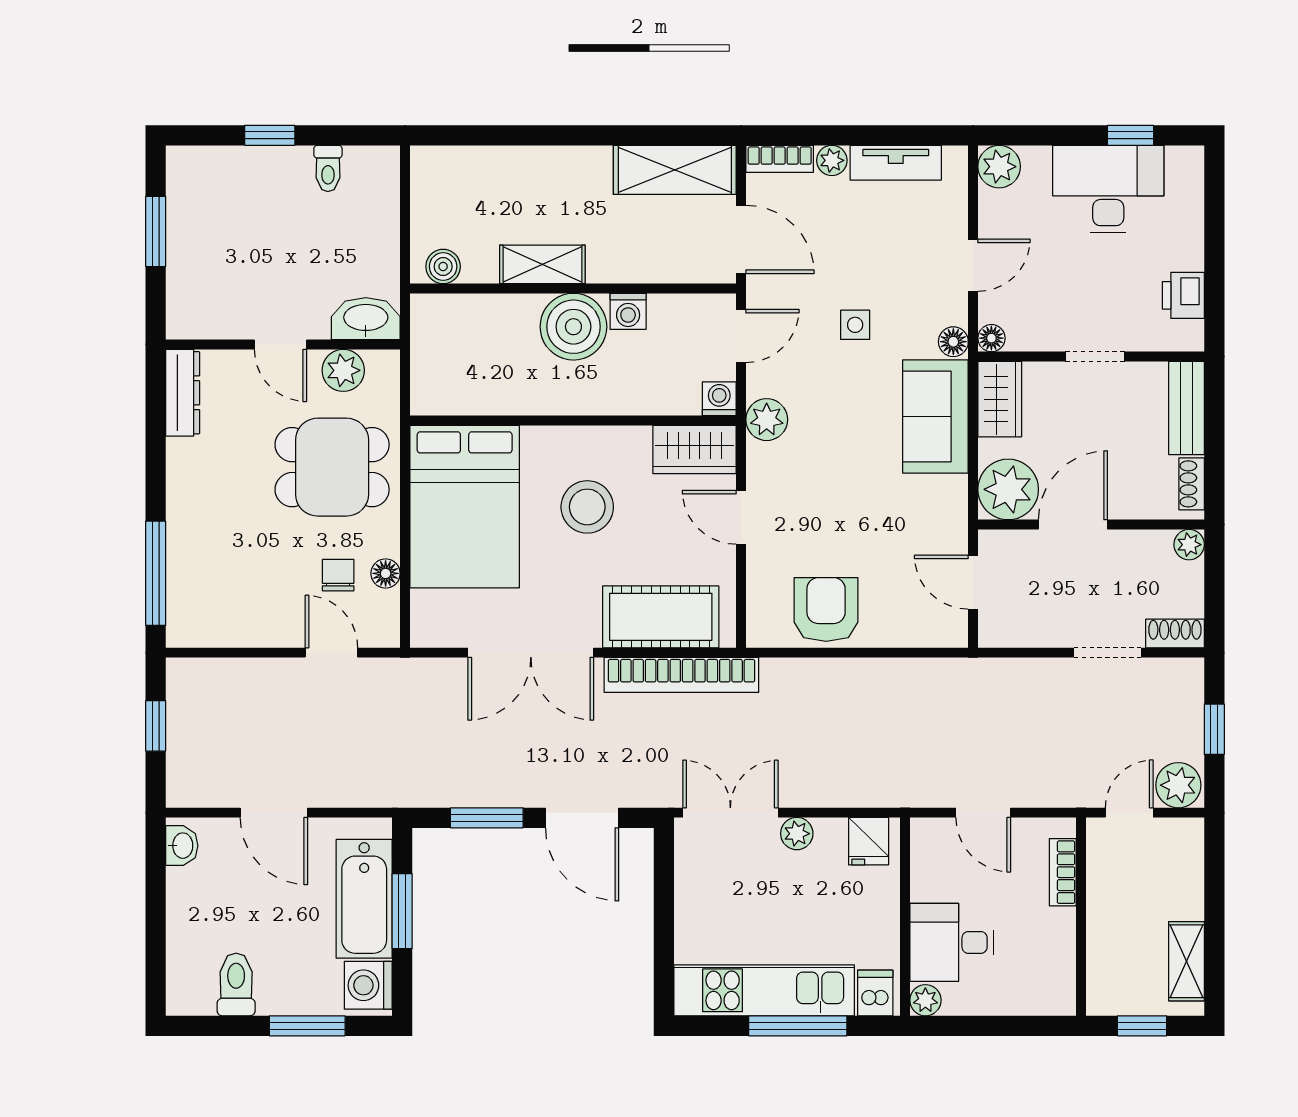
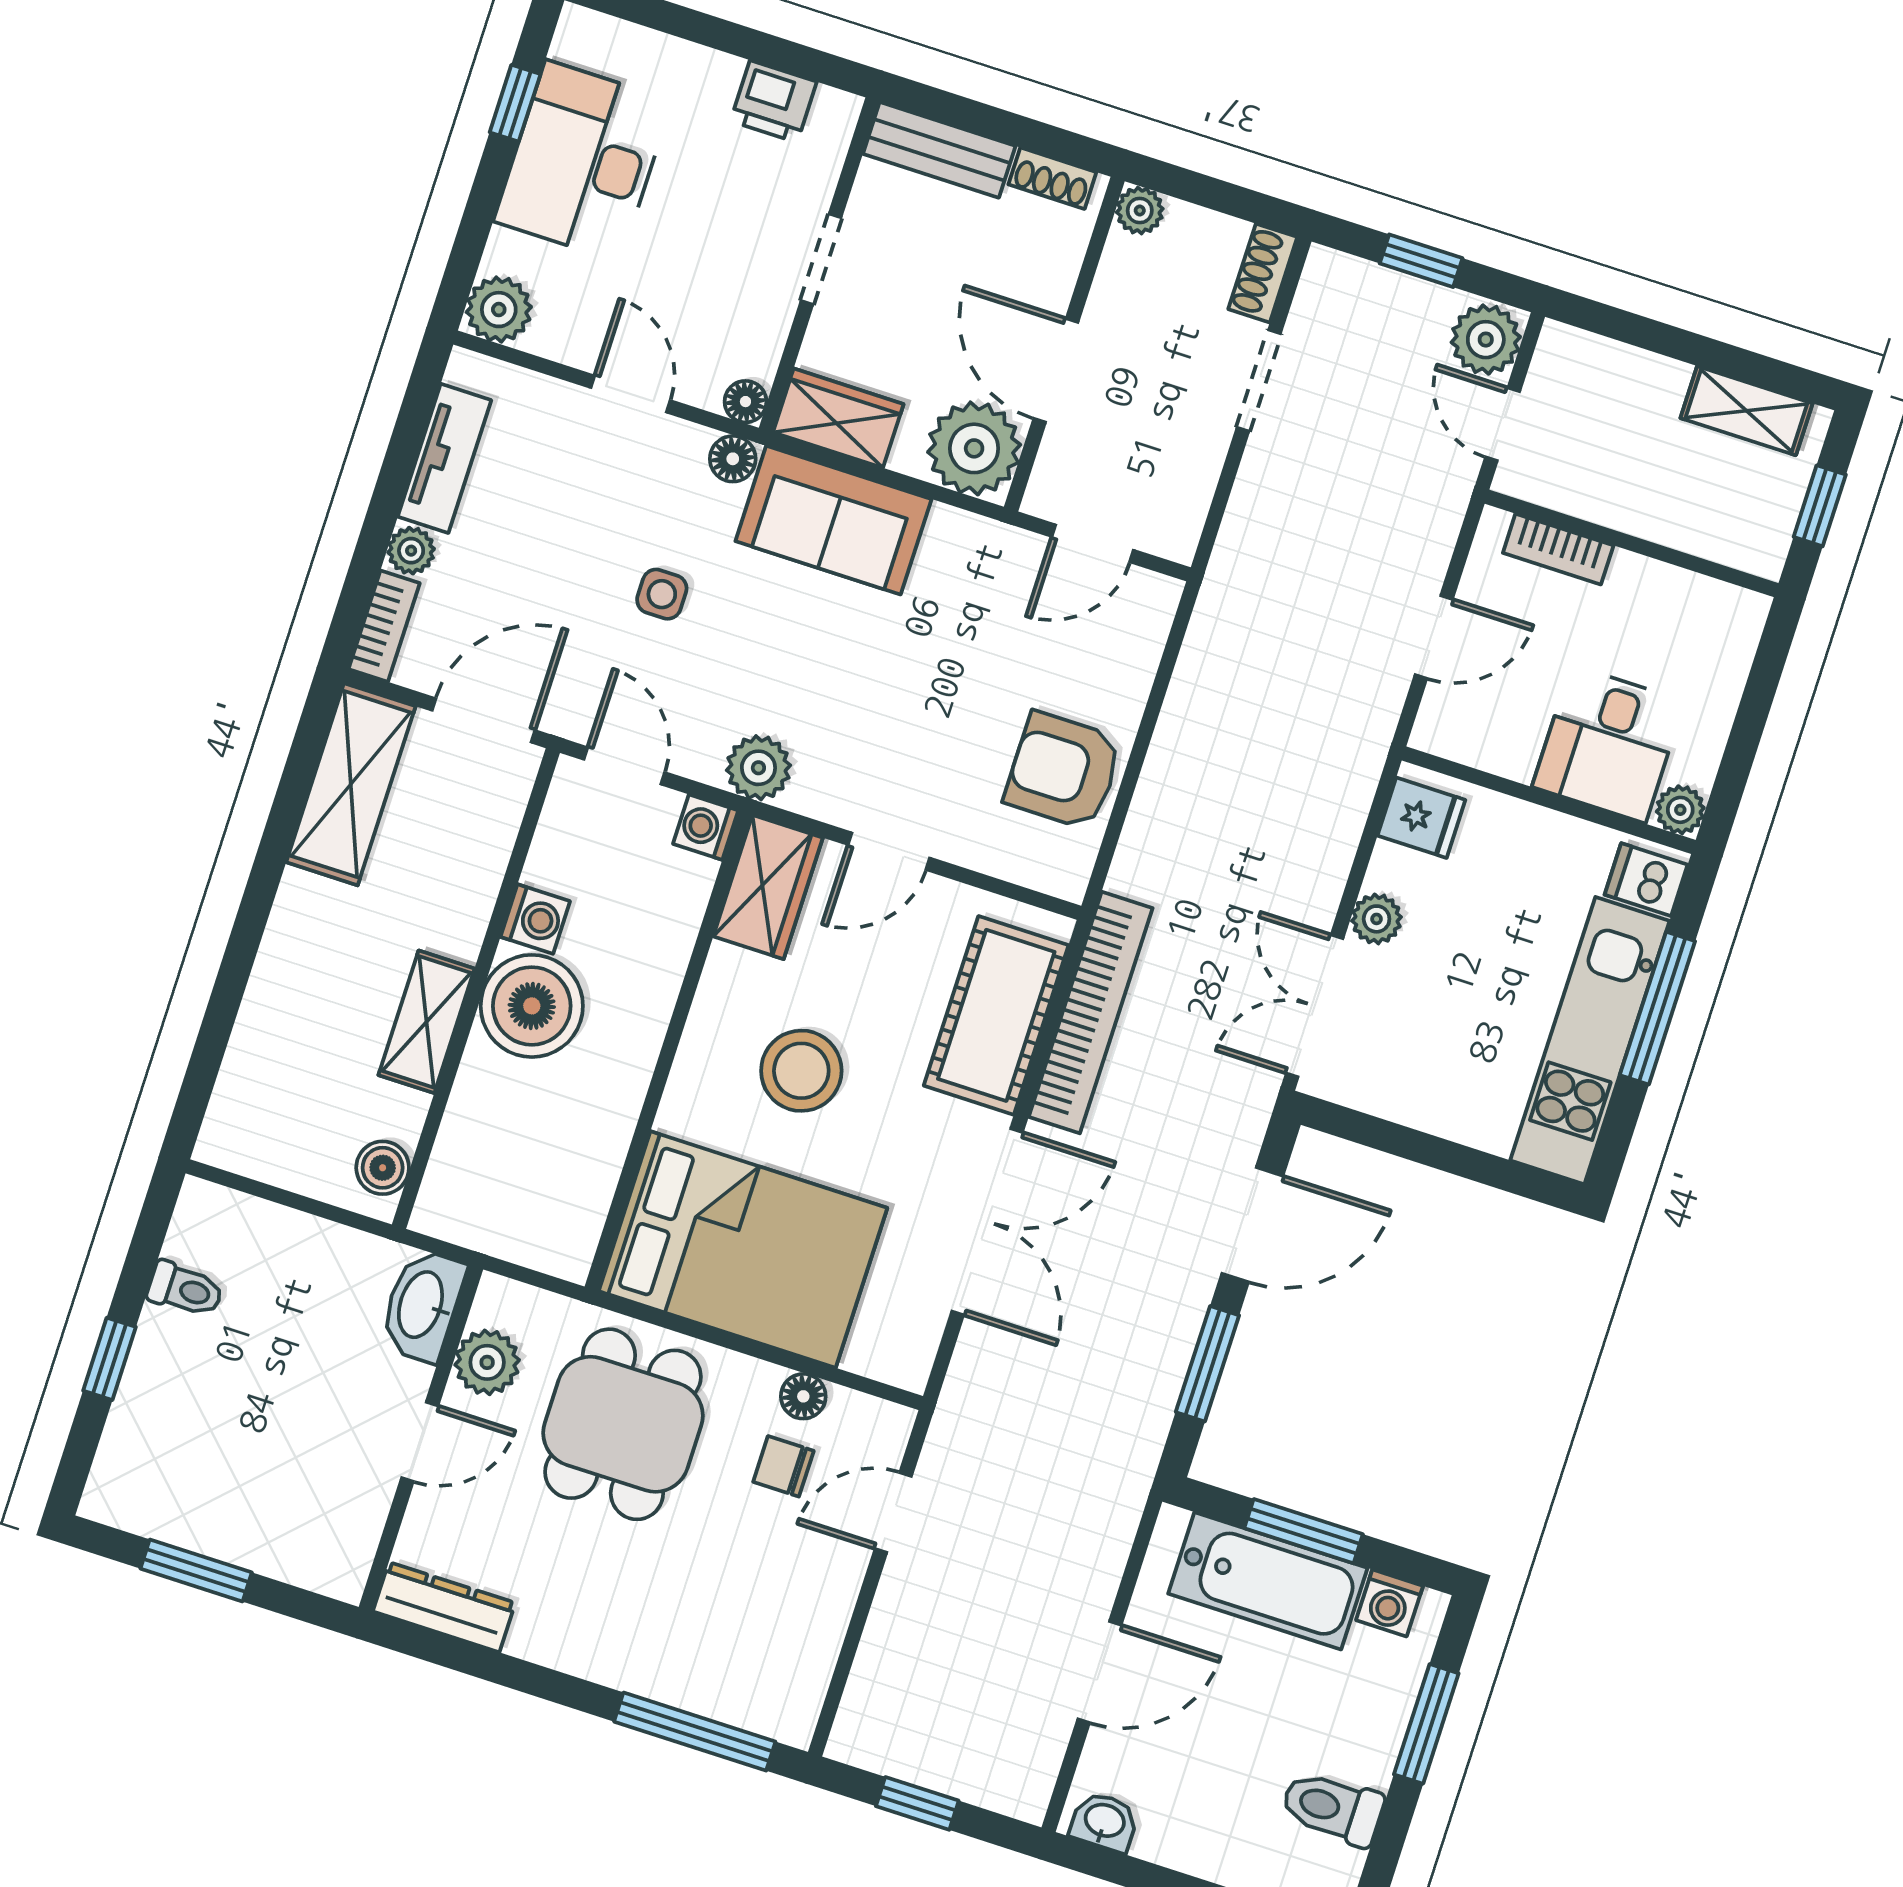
washing machine: (368, 985) -> (1389, 1603), width x0.73, depth x0.73

